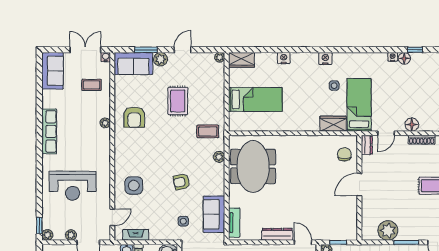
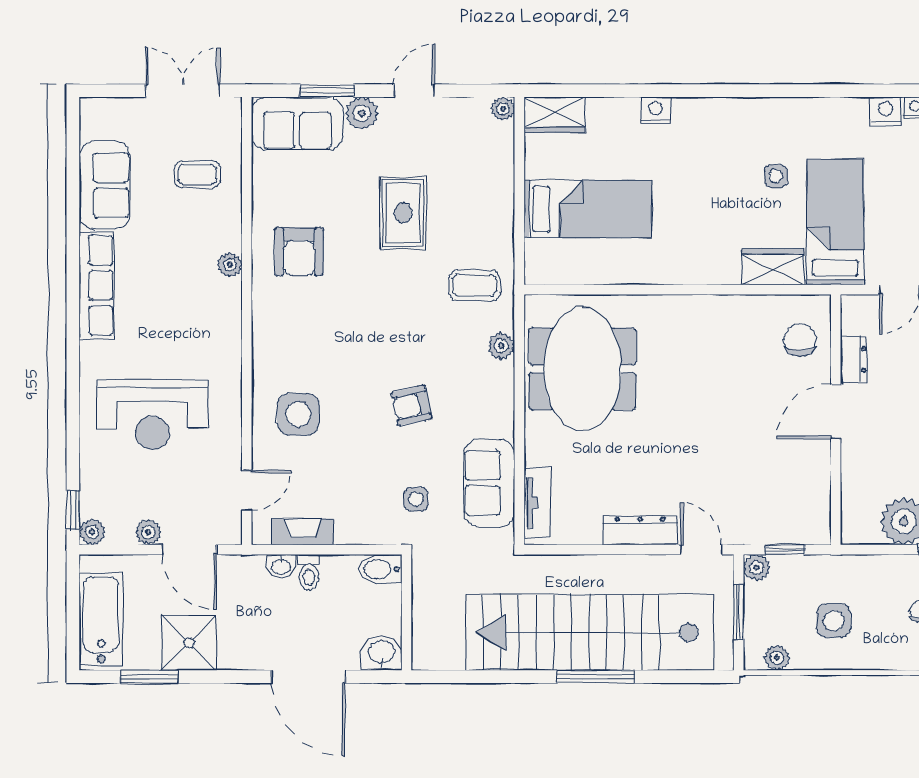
water cooler: (106, 57) -> (231, 108), removed
nightstand: (325, 58) -> (886, 111), moved
sofa: (53, 71) -> (105, 185), moved
dresser: (367, 145) -> (854, 359), moved

